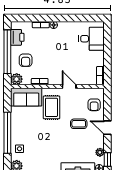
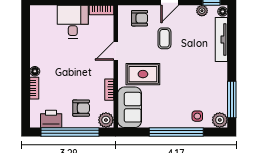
desk: (91, 39) -> (73, 22), moved

